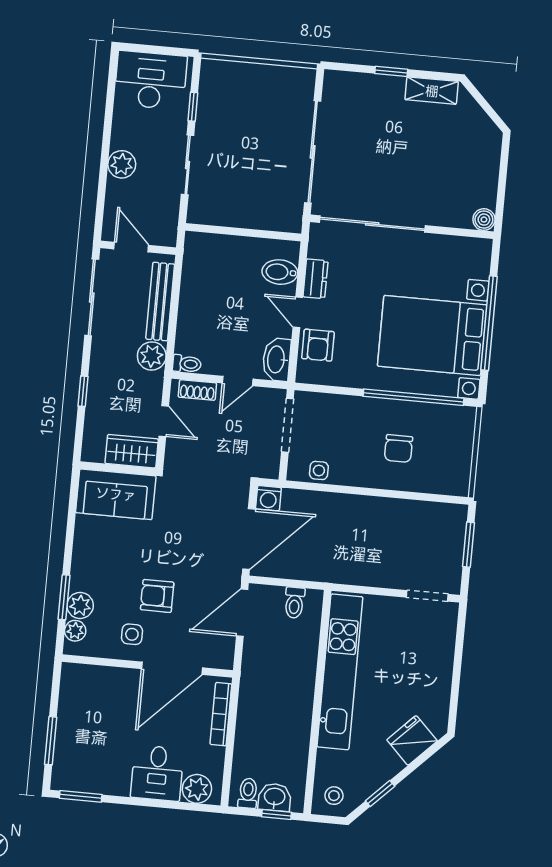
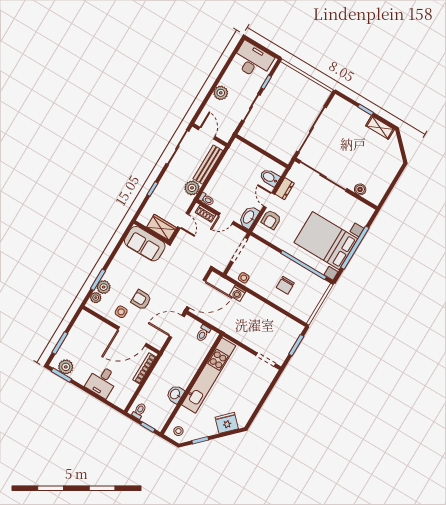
boiler: (484, 220) -> (360, 189), moved
washing machine: (268, 498) -> (238, 293), moved
plant: (197, 789) -> (66, 367), moved
washbasin: (275, 797) -> (175, 394), moved, turned -90

